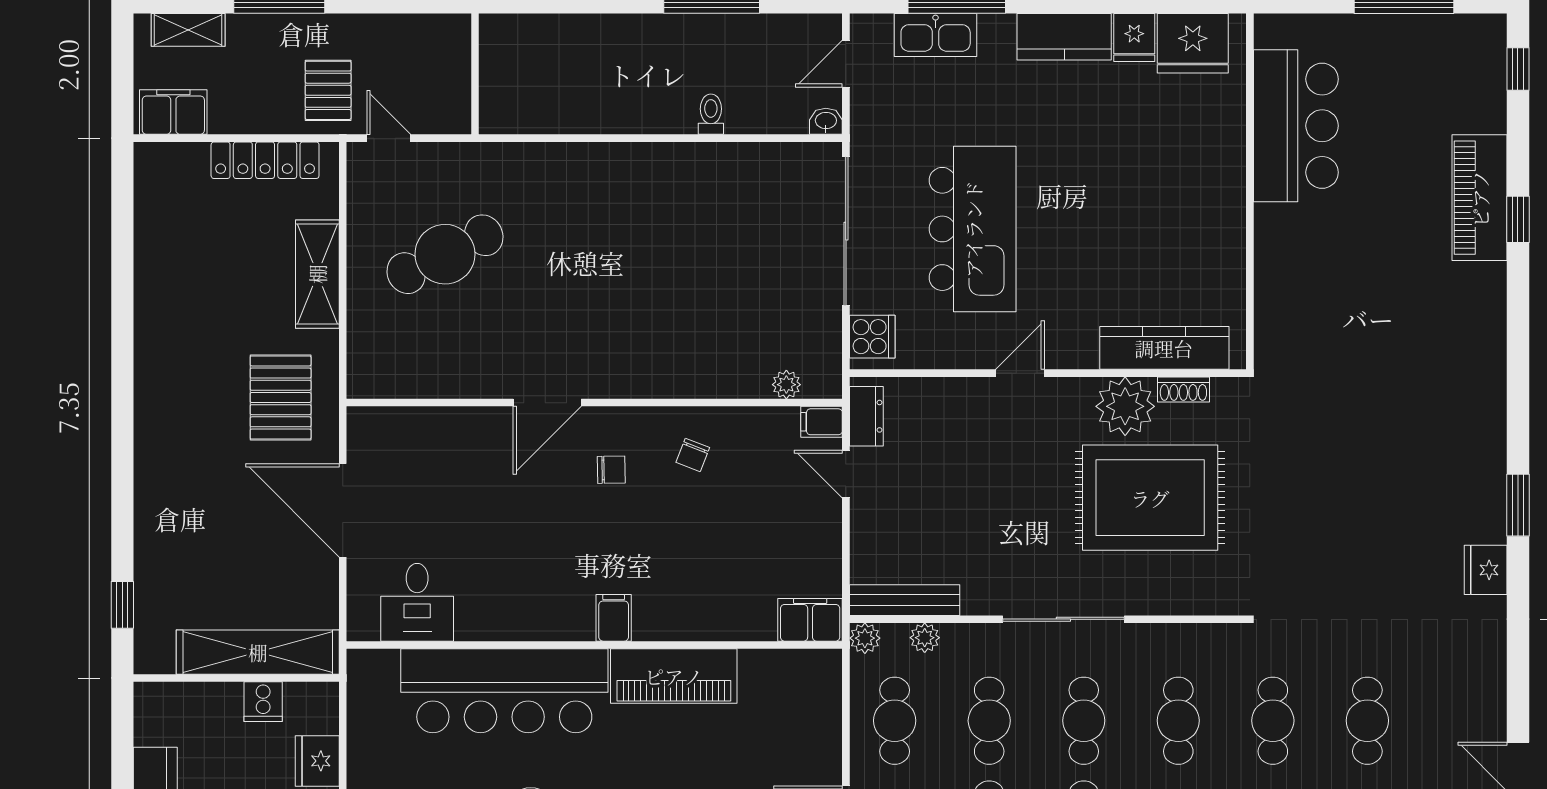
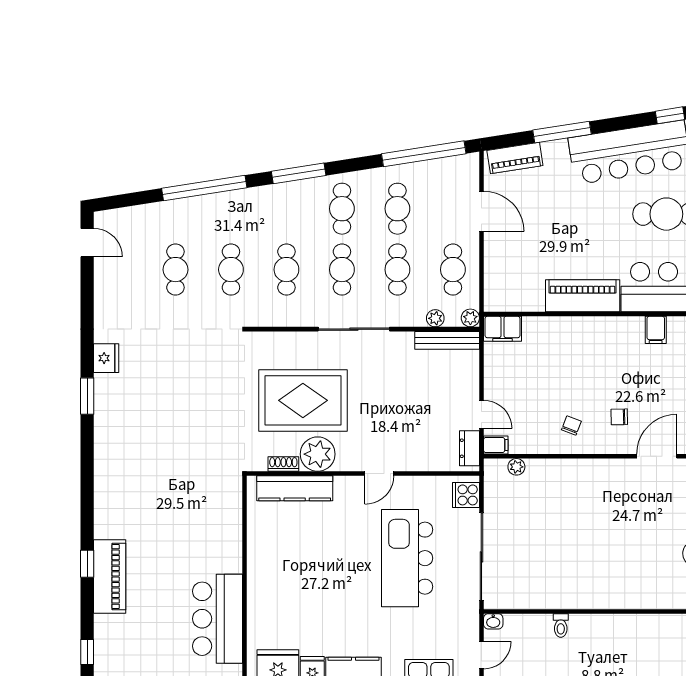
filing cabinet: (614, 618) -> (656, 330), moved

